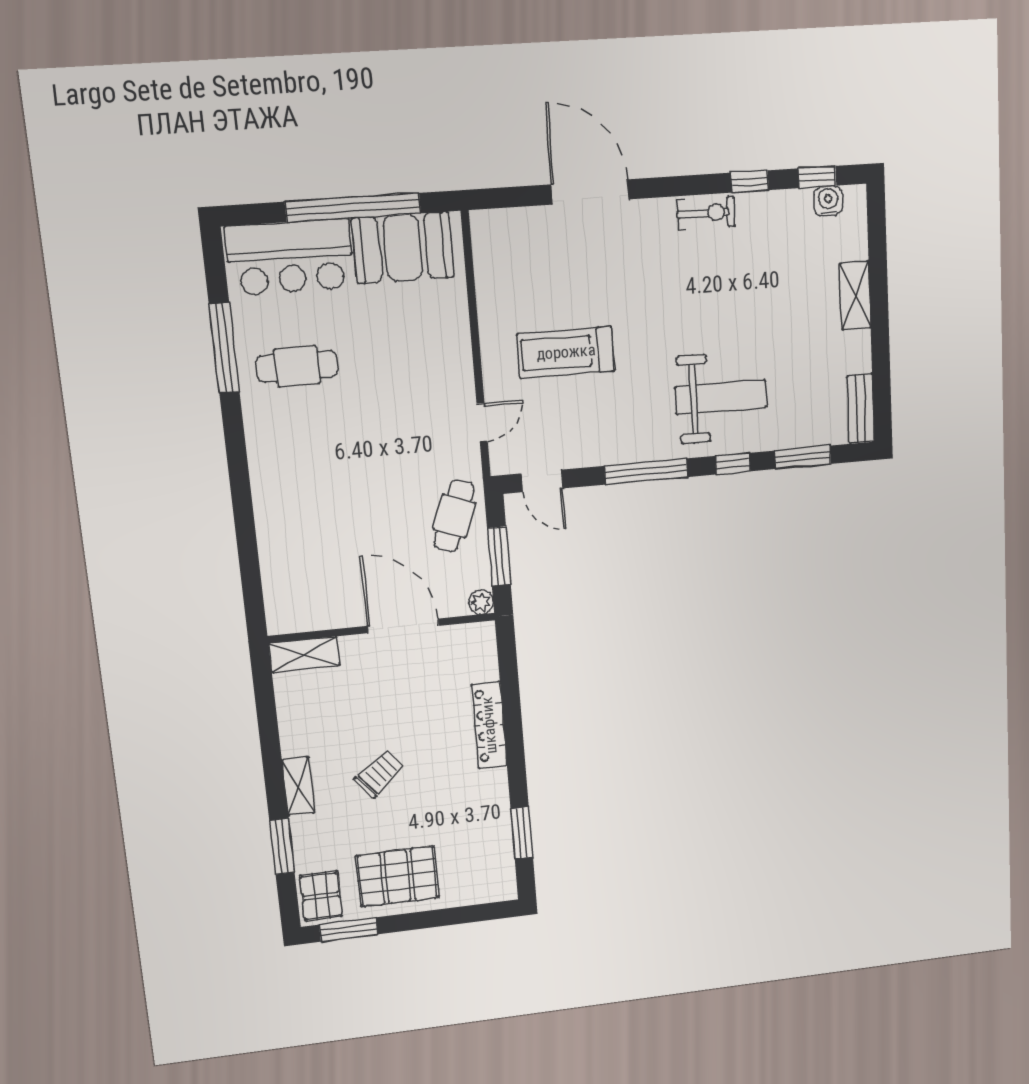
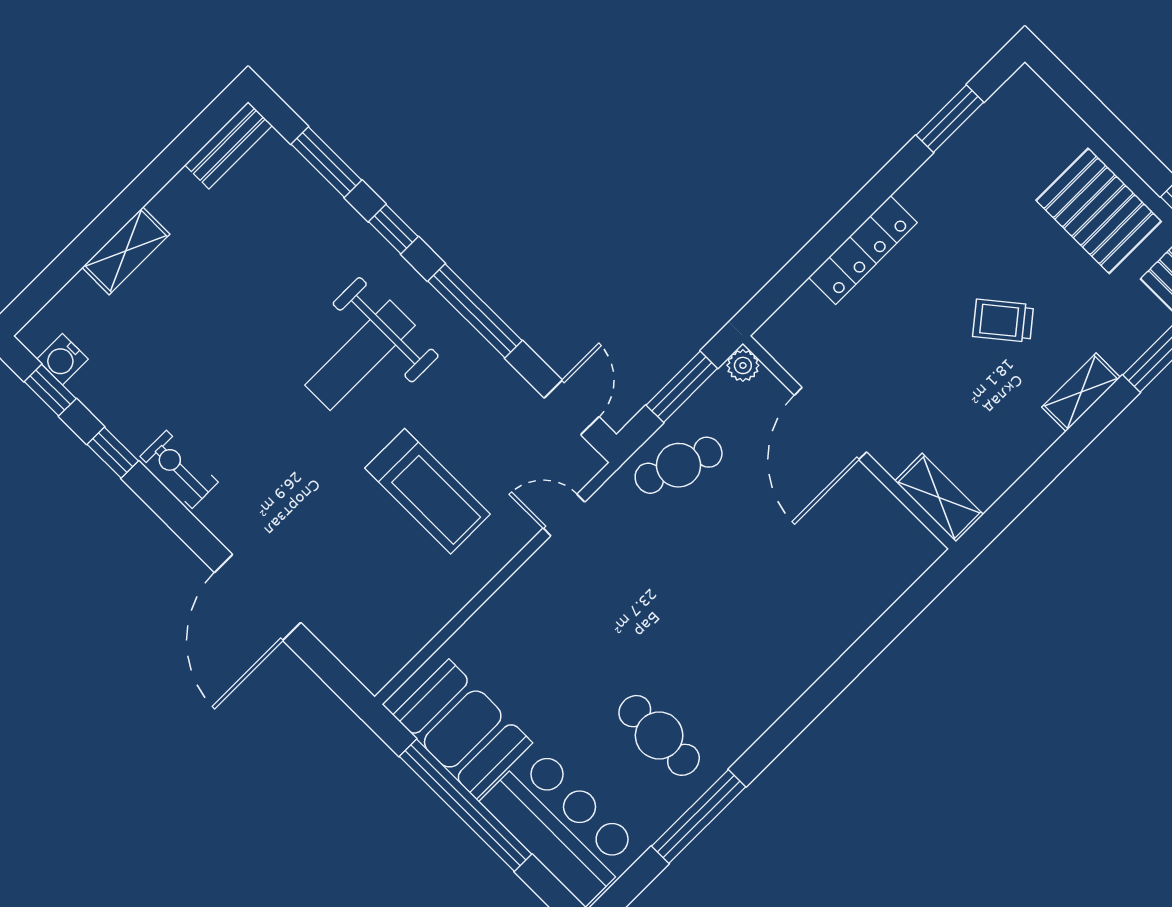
weight bench: (721, 397) -> (360, 355), moved, turned -90

